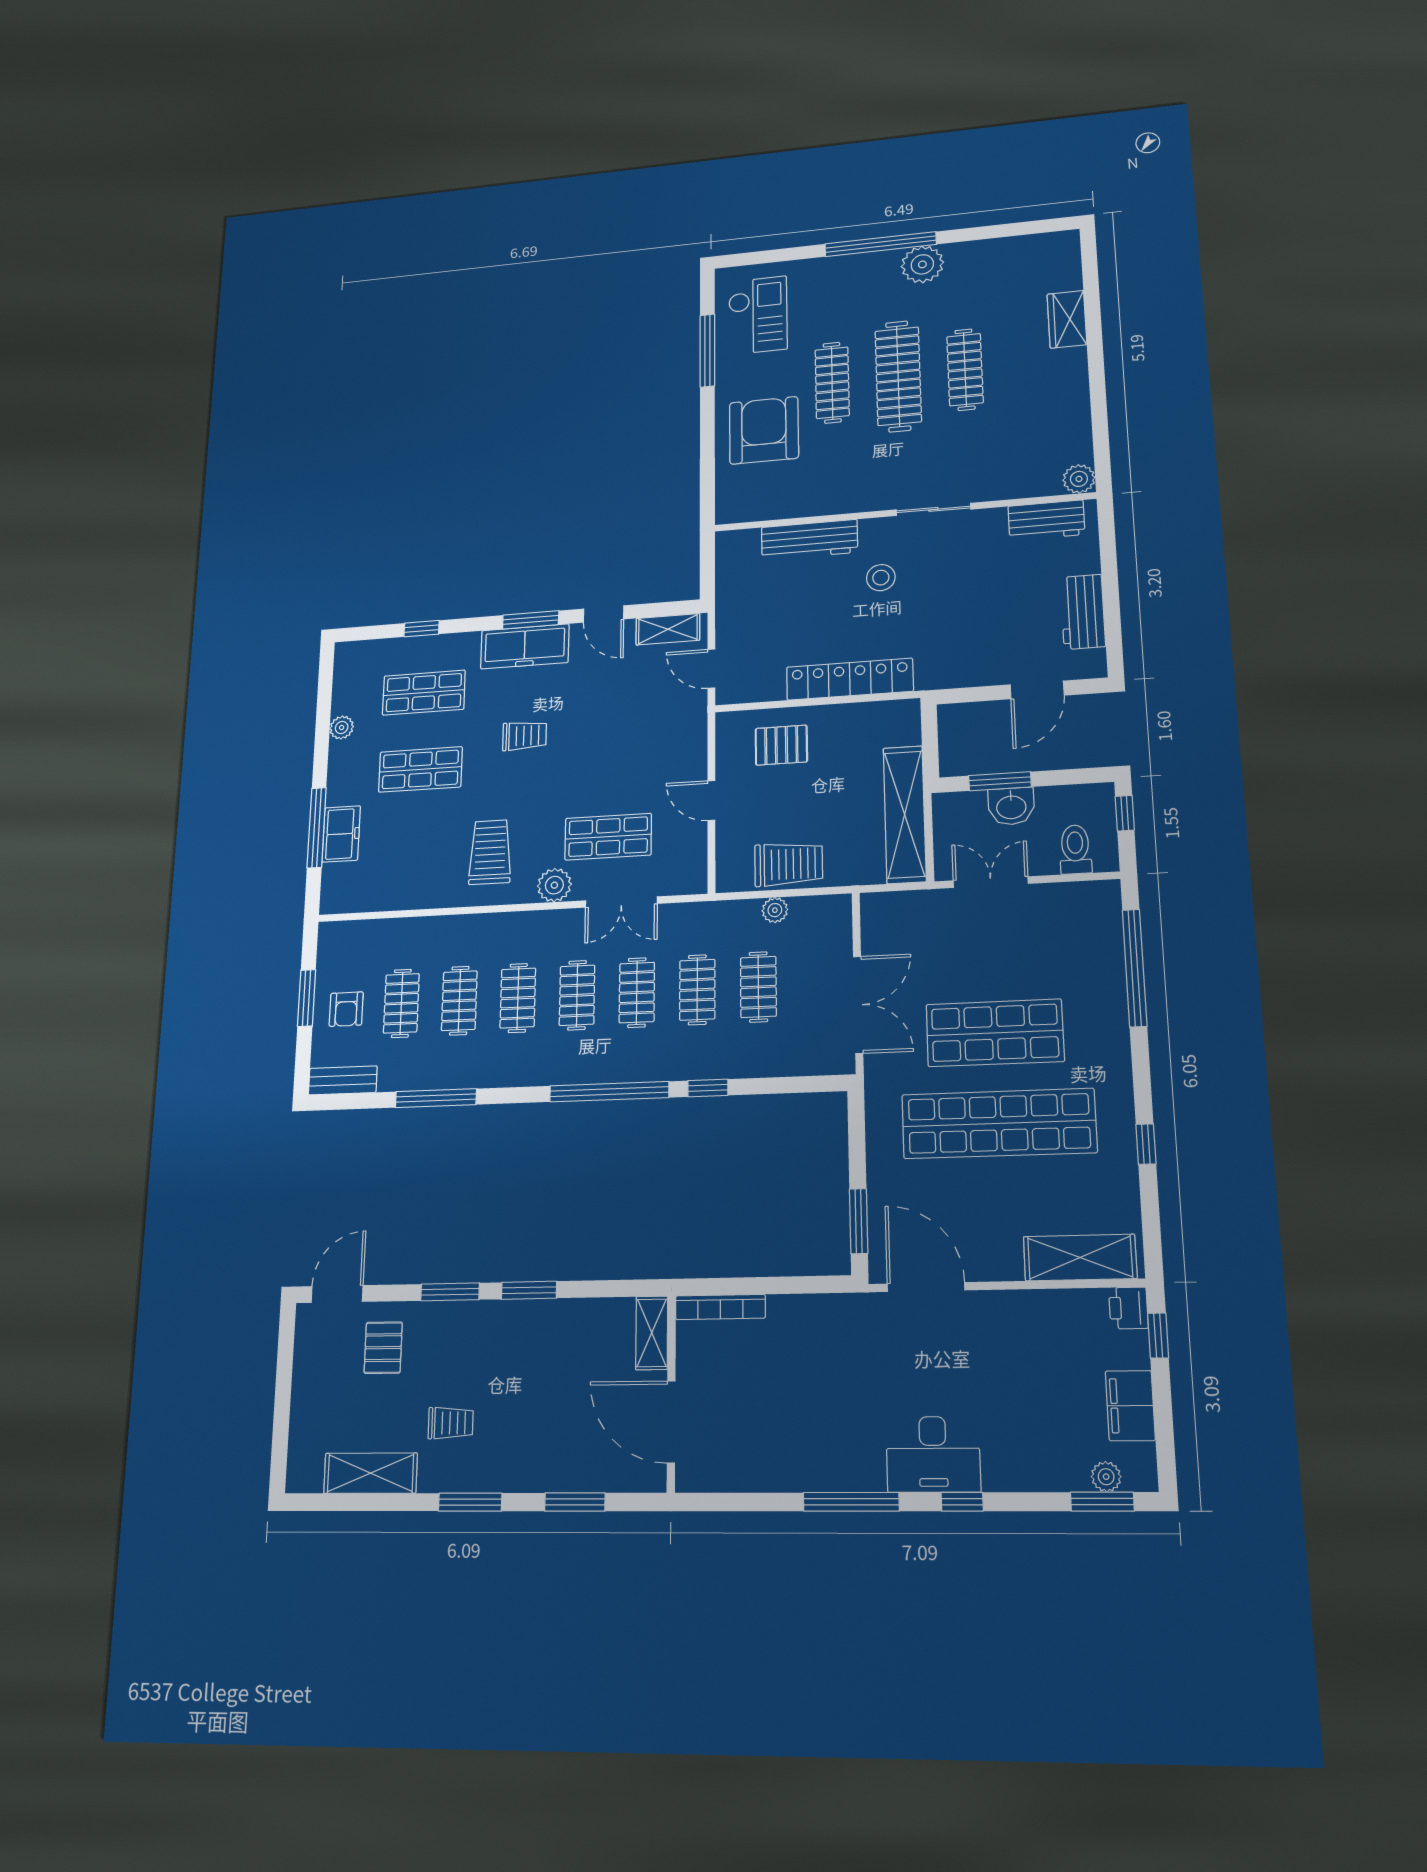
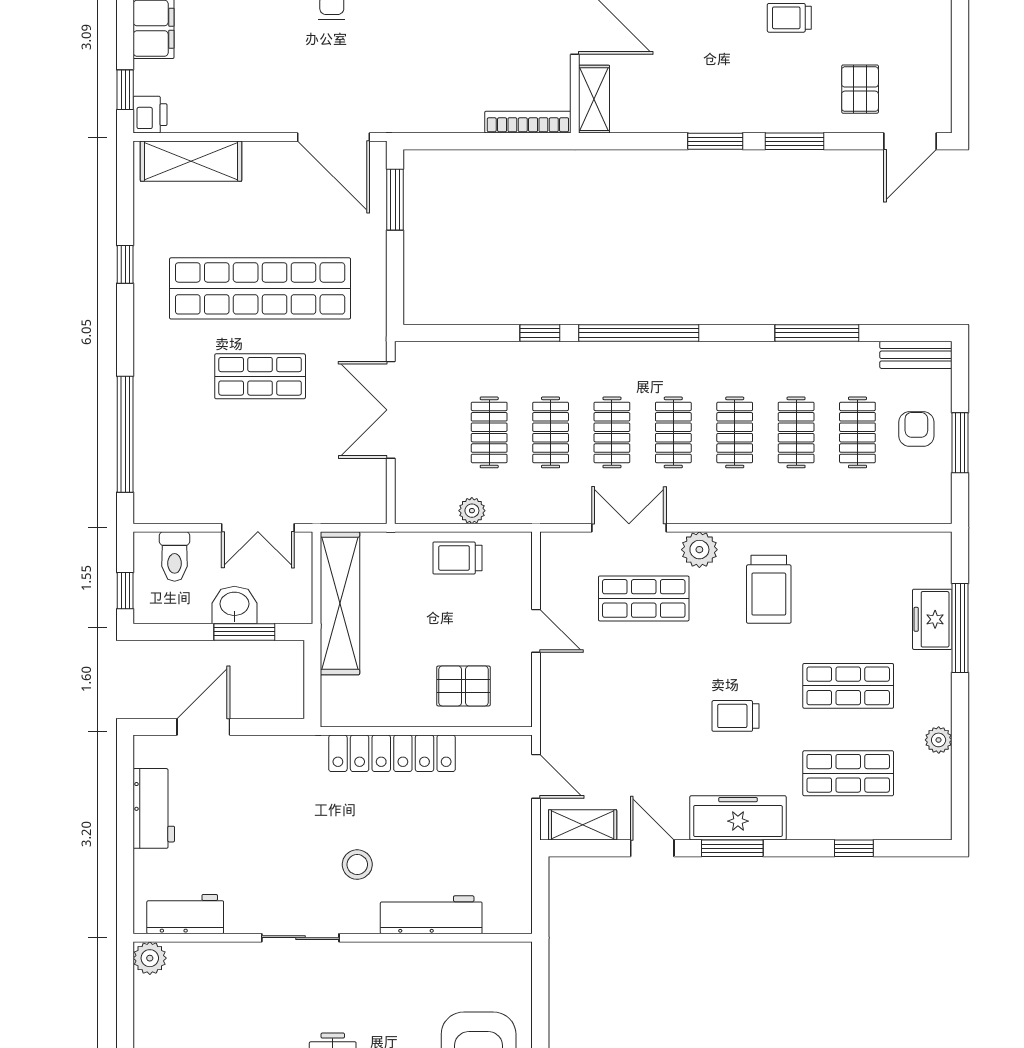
trolley: (789, 864) -> (458, 558), width x0.73, depth x0.72
shop shelf: (995, 1033) -> (260, 376), width x0.70, depth x0.74

